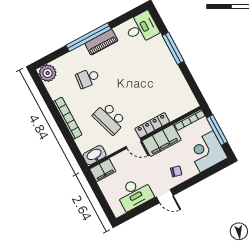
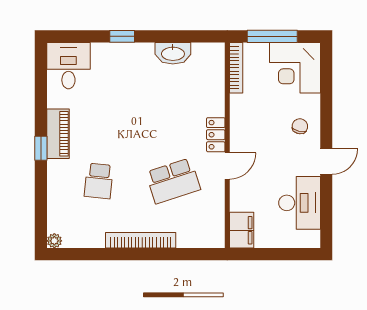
window: (88, 37) -> (41, 148), width x0.32
window: (173, 48) -> (122, 36), width x0.46
plant: (48, 73) -> (54, 241), width x0.53, depth x0.53
locker: (152, 125) -> (216, 135), width x0.66
filing cabinet: (162, 140) -> (244, 123), removed
washbasin: (95, 155) -> (173, 53), moved, turned -90

